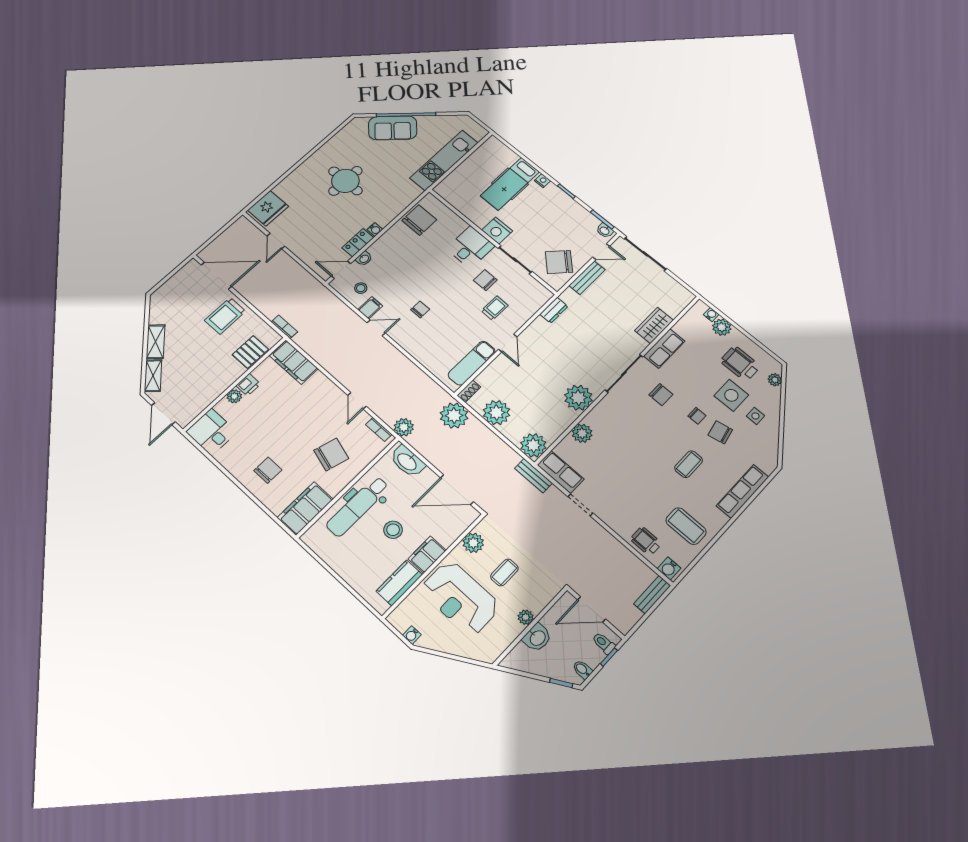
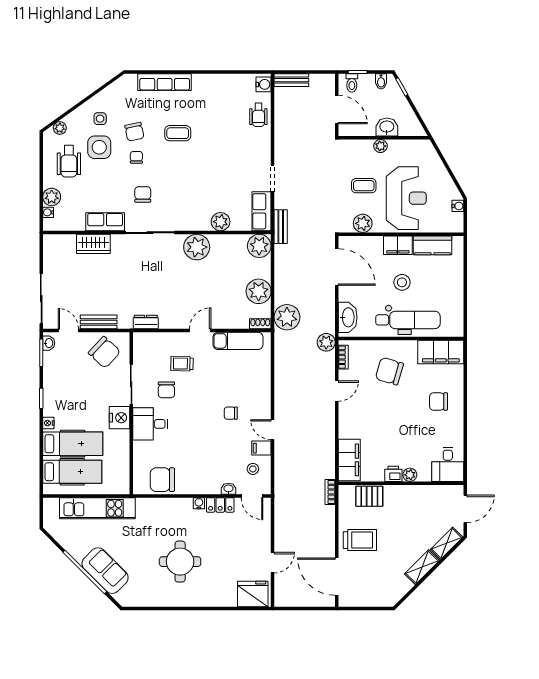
hospital bed: (489, 166) -> (72, 472), added
coffee table: (686, 526) -> (224, 98), removed

